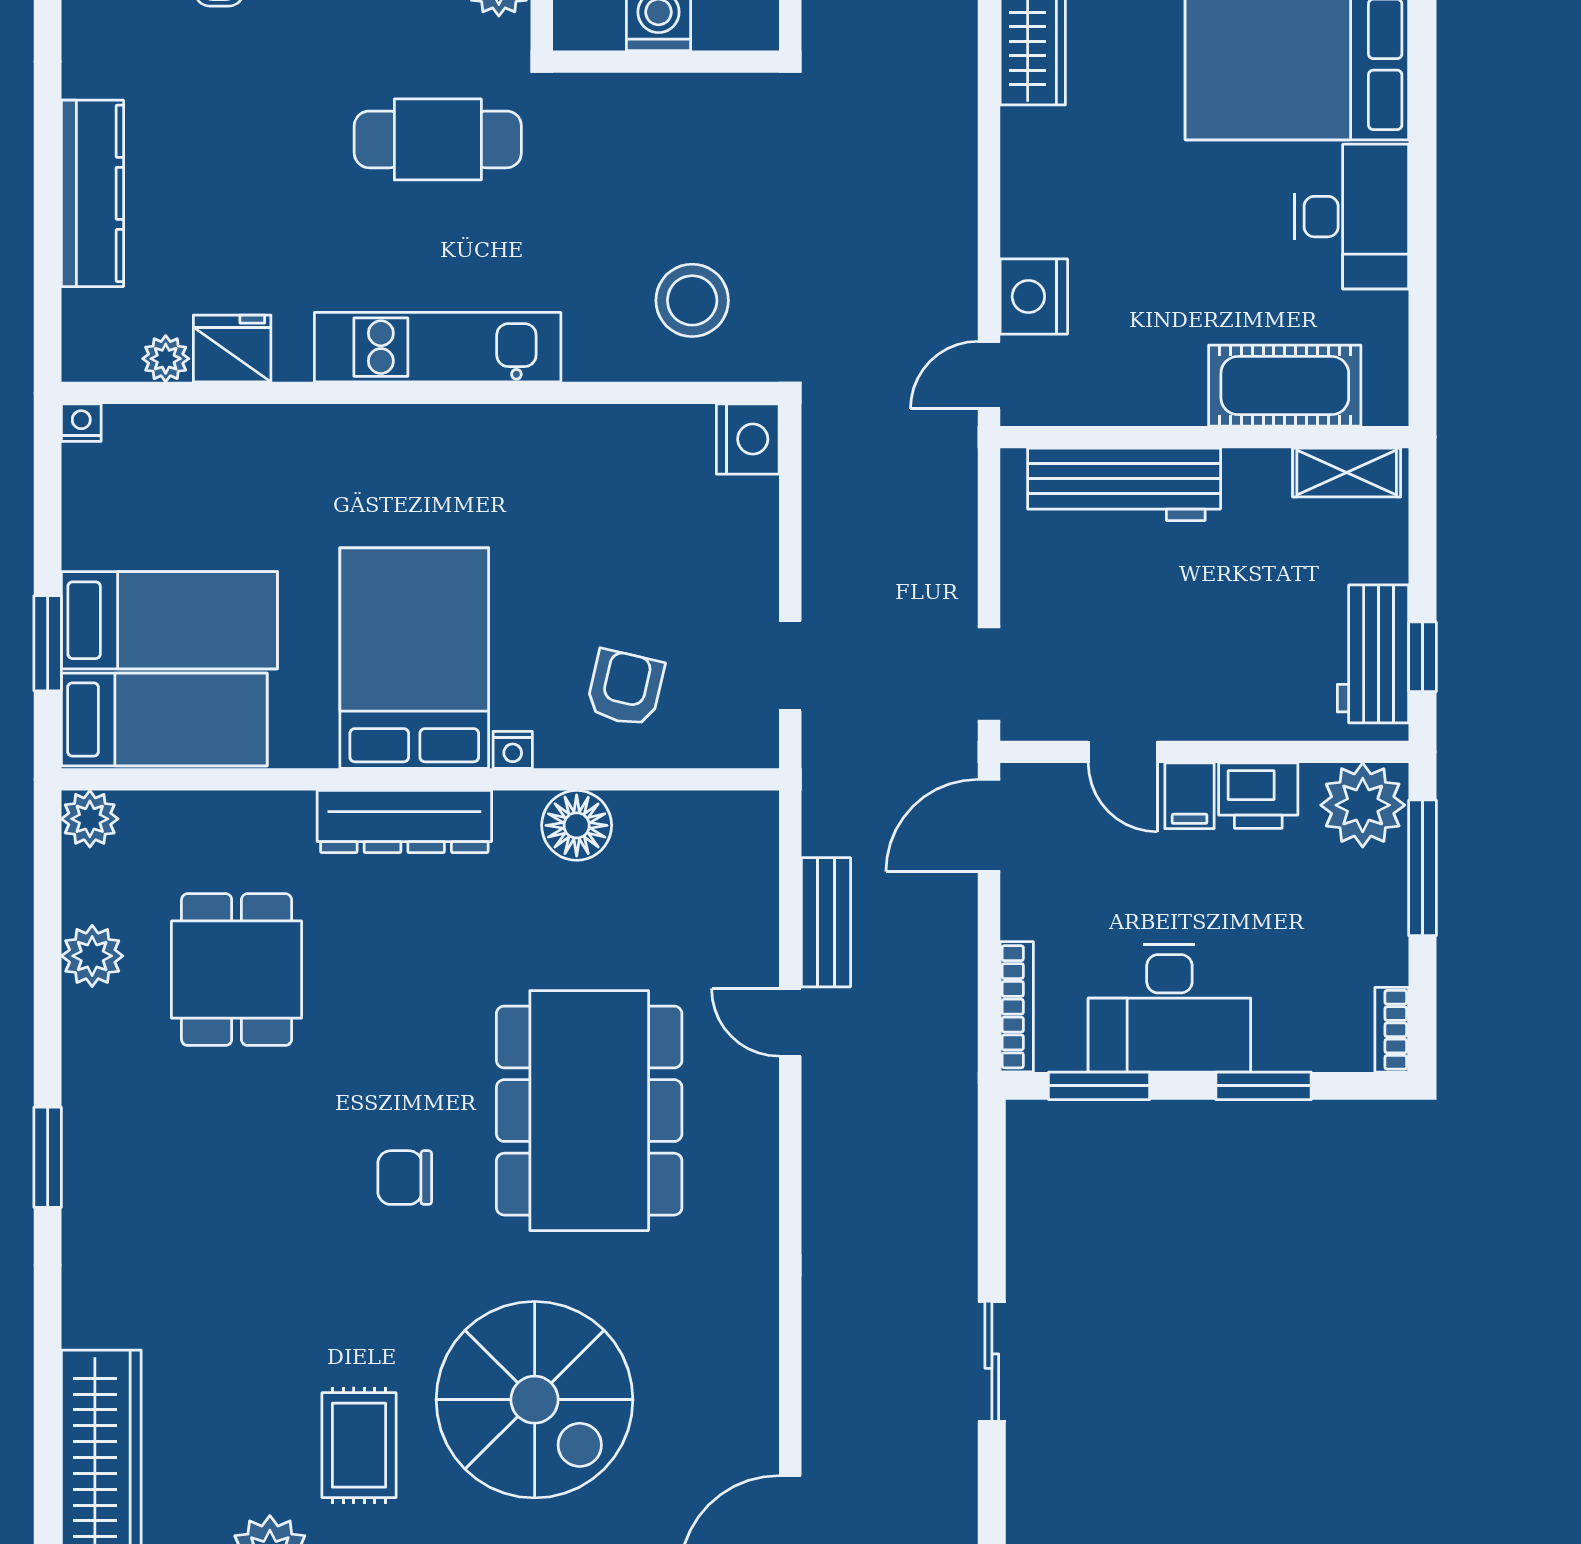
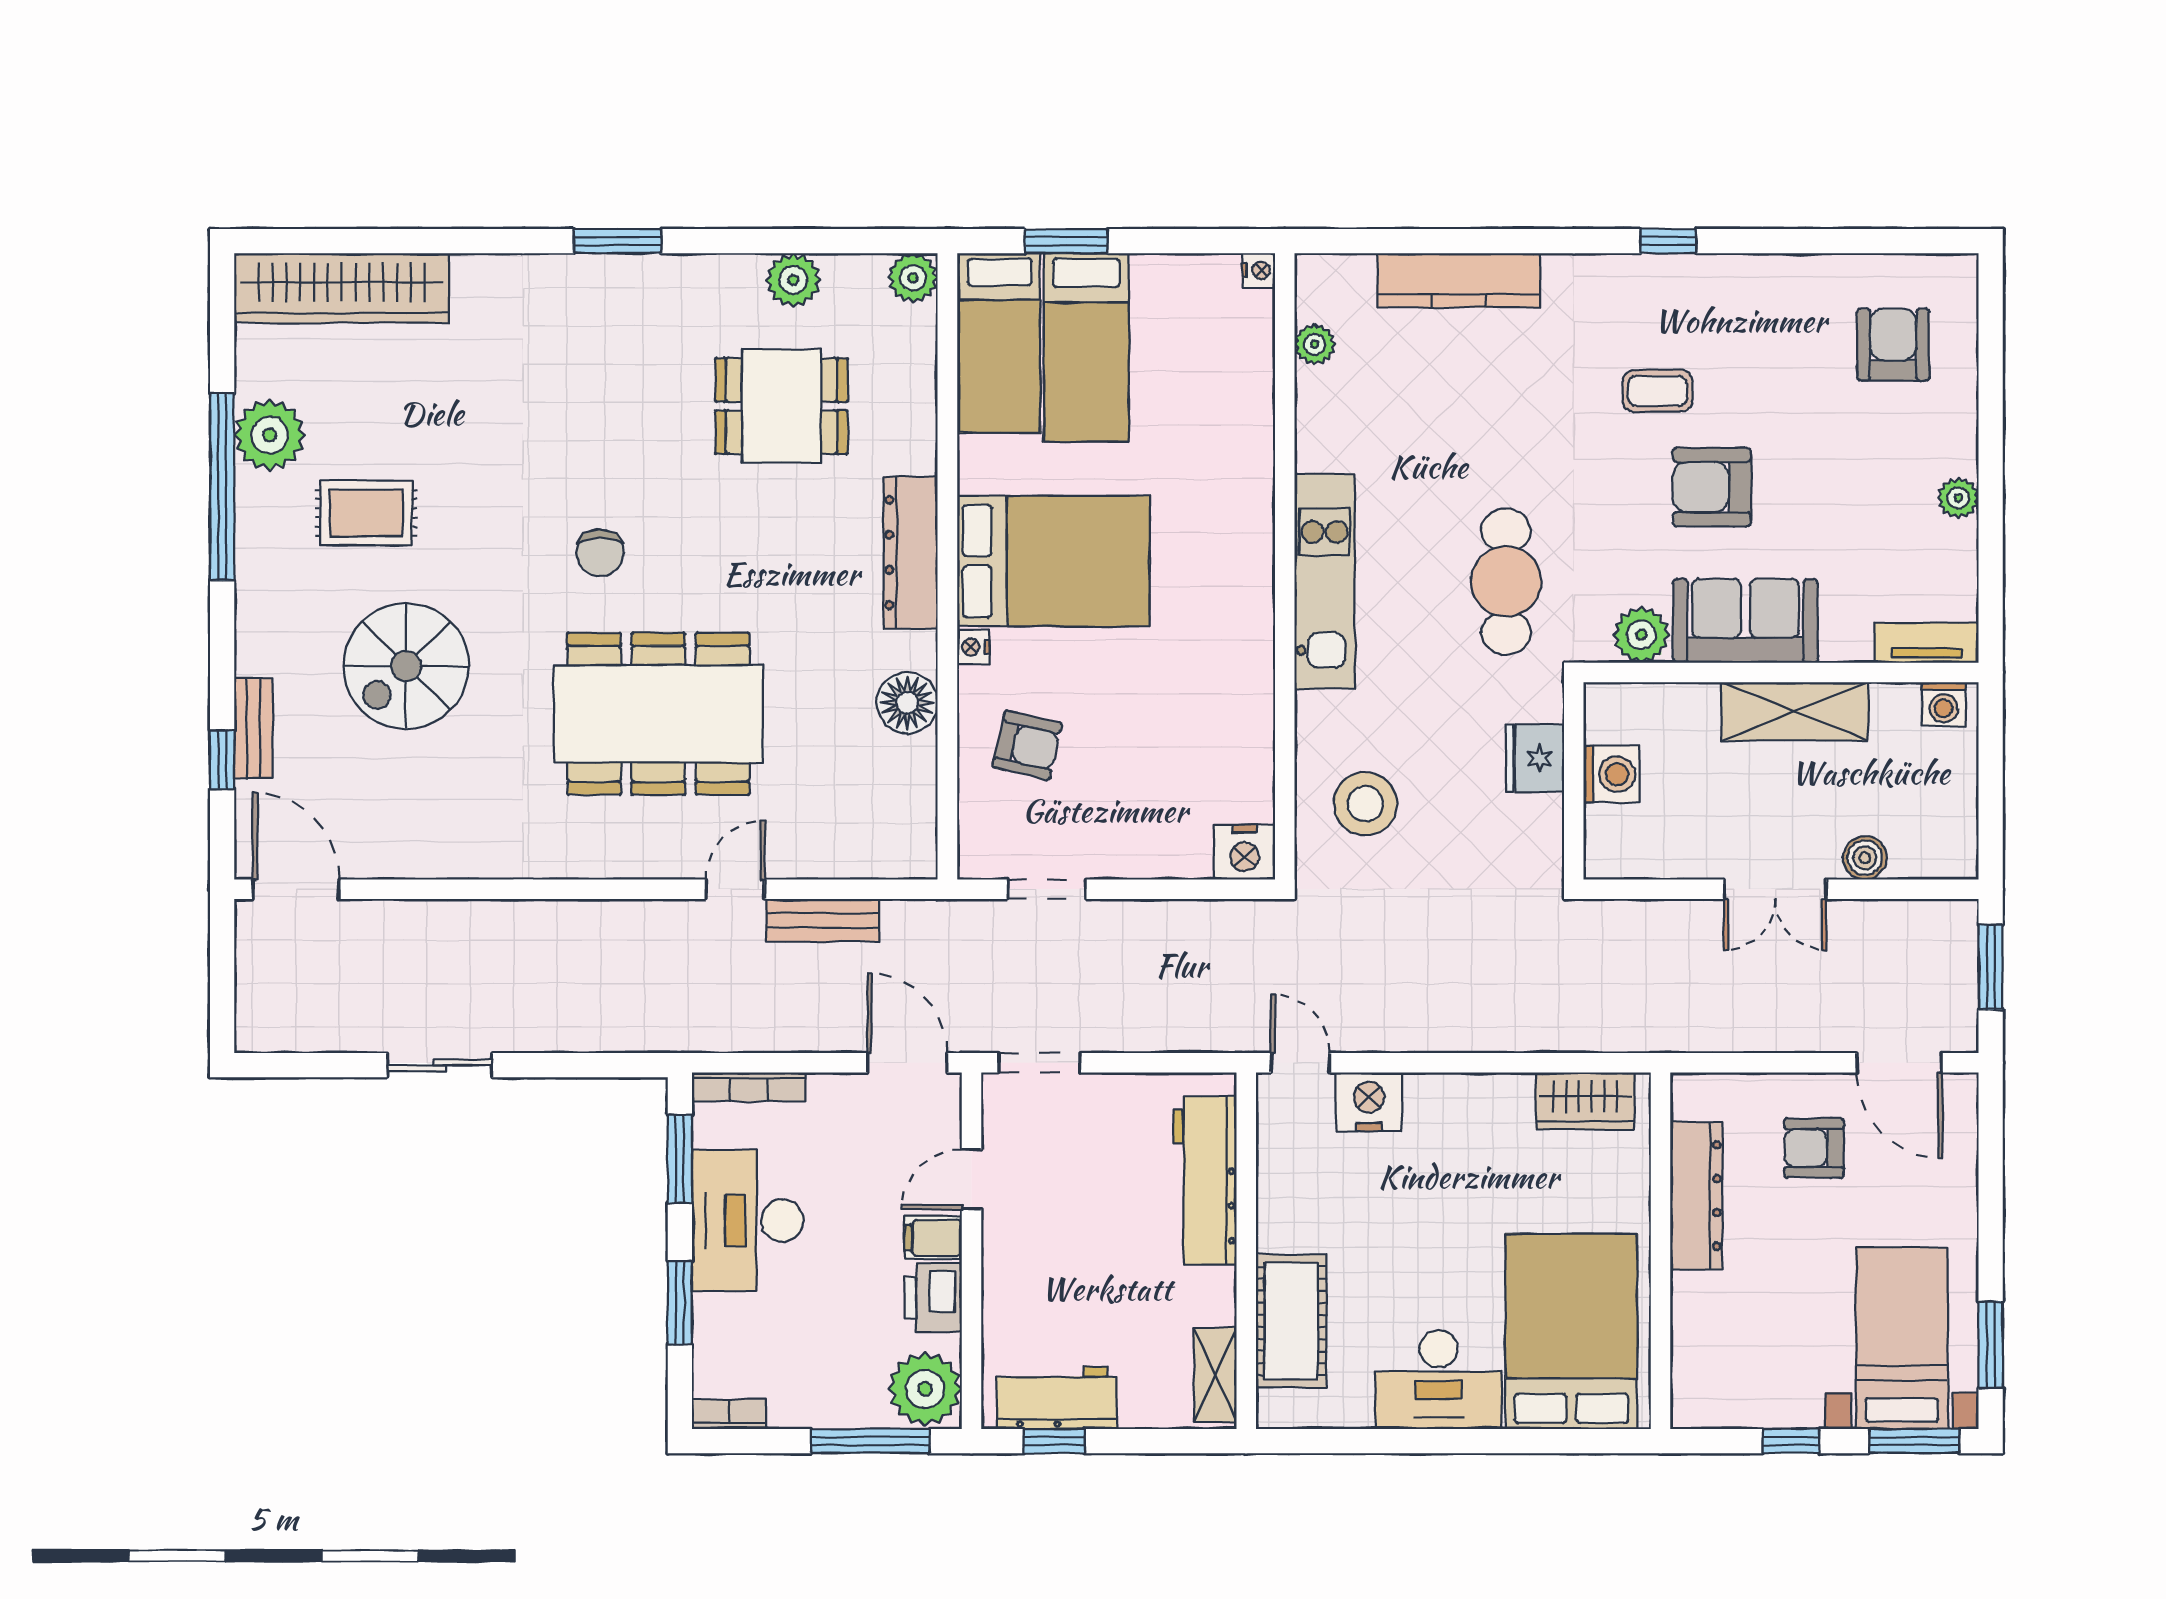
fridge: (232, 348) -> (1535, 758), moved, turned 180
chair: (405, 1178) -> (600, 553), turned 180
spiral stairs: (535, 1400) -> (406, 666), width x0.73, depth x0.73

